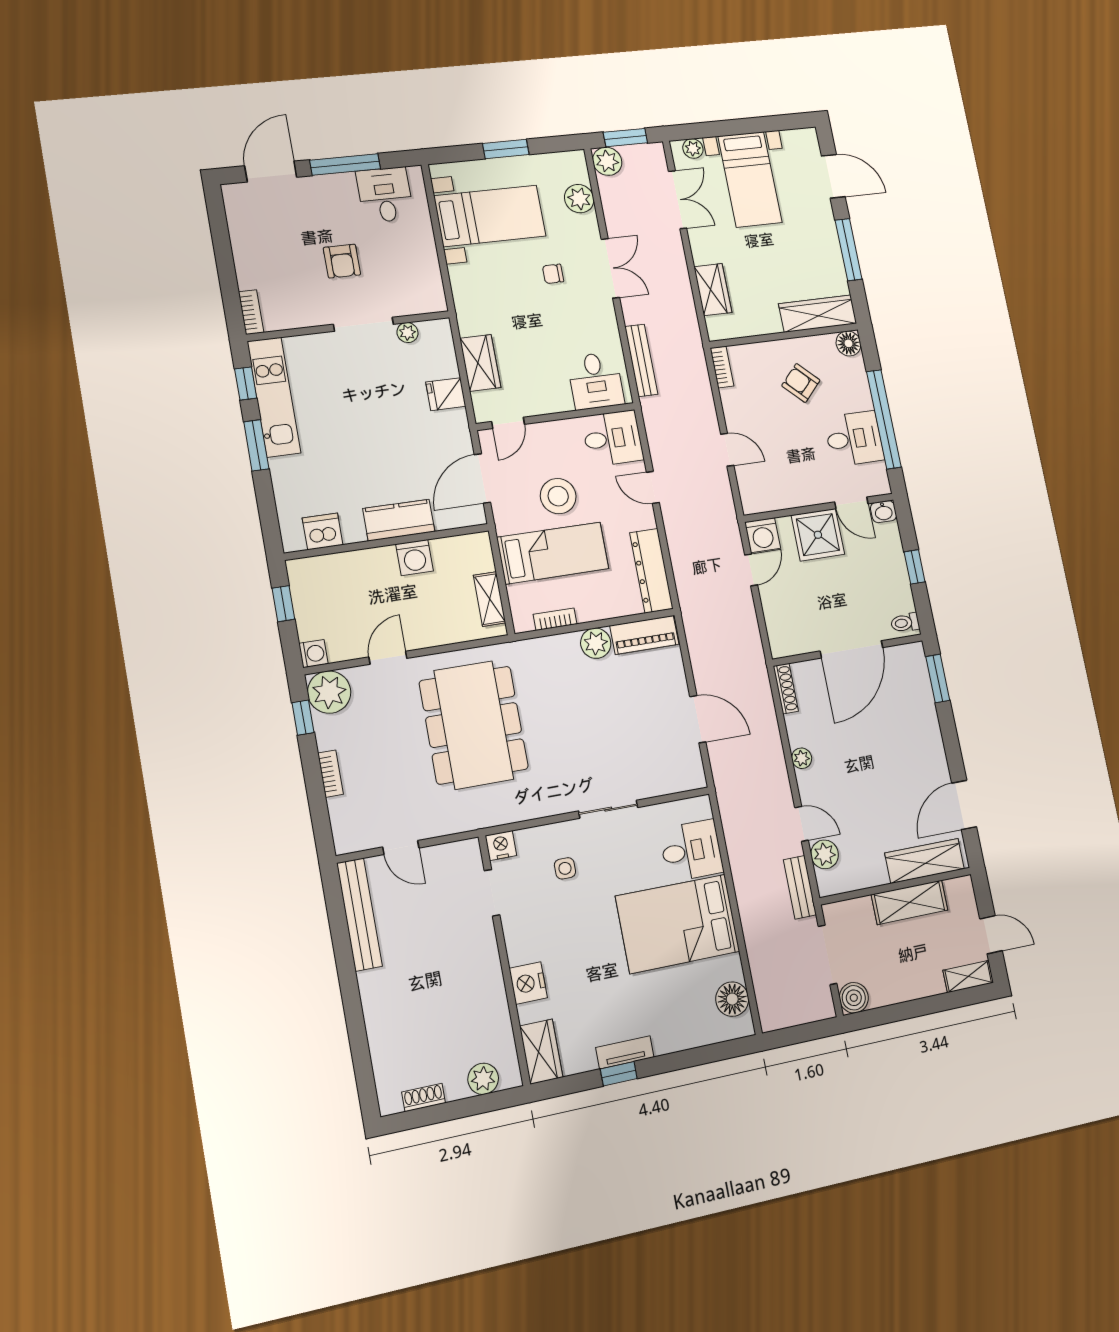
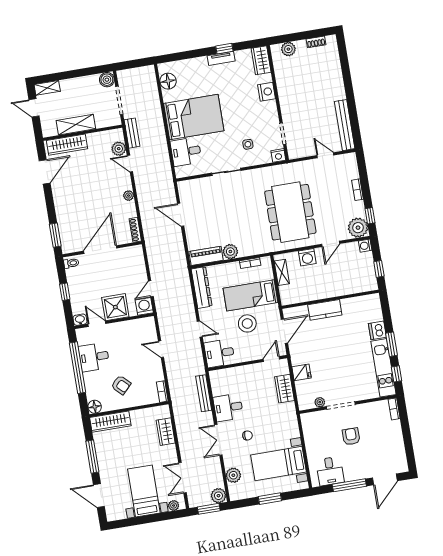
desk: (596, 381) -> (228, 407), moved, turned -90
dishwasher: (323, 532) -> (377, 330), moved, turned 90
washing machine: (415, 558) -> (307, 257), moved, turned 180

